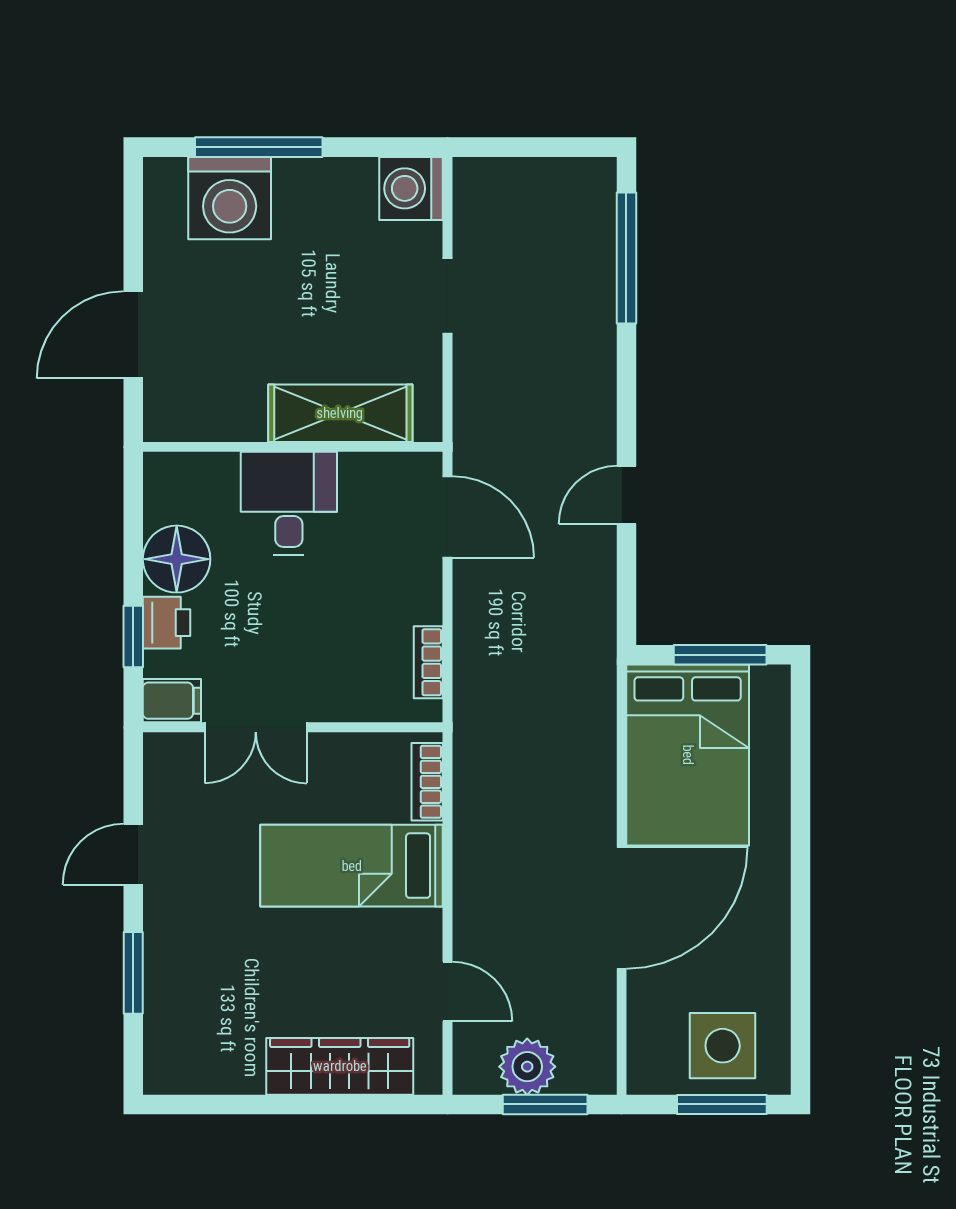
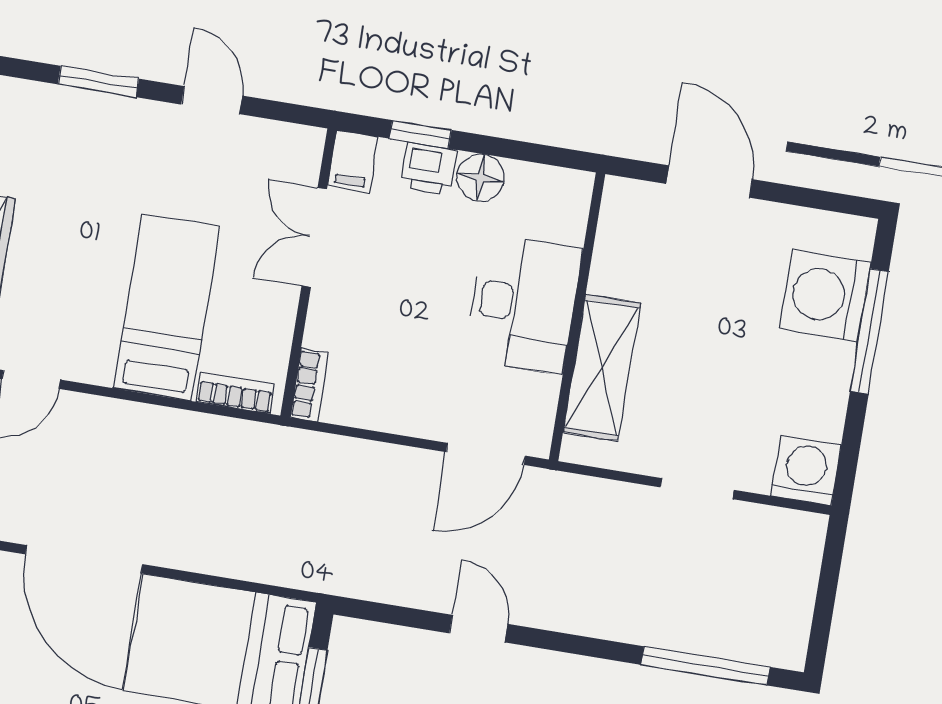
desk: (289, 504) -> (523, 304), width x1.37
floor lamp: (177, 559) -> (480, 178), width x0.73, depth x0.73
bookcase: (428, 662) -> (309, 385), moved, turned 90

